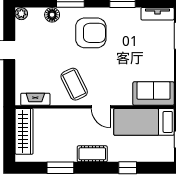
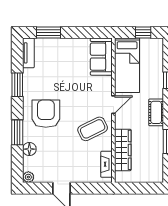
wardrobe: (24, 131) -> (123, 150), moved, turned 90

